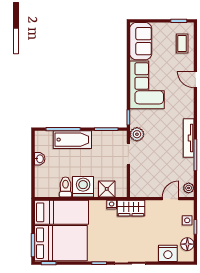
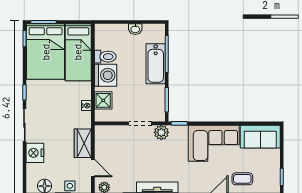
coffee table: (182, 43) -> (242, 179), moved
wardrobe: (131, 208) -> (83, 143), moved
nightstand: (168, 253) -> (35, 153), moved

